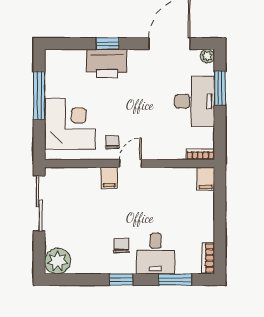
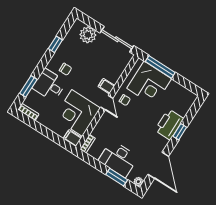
window: (39, 96) -> (160, 67), moved
corner desk: (169, 194) -> (77, 113), added
plant: (58, 261) -> (88, 35), moved
window: (121, 280) -> (55, 44), moved

